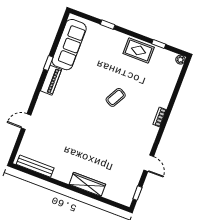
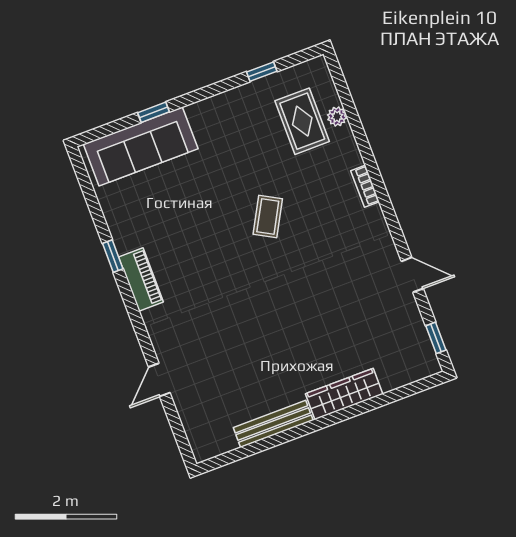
sofa: (69, 45) -> (141, 146), moved, turned 90
rug: (139, 50) -> (302, 121), moved, turned 90
plant: (180, 60) -> (337, 116), moved
bench: (35, 166) -> (273, 424), moved

